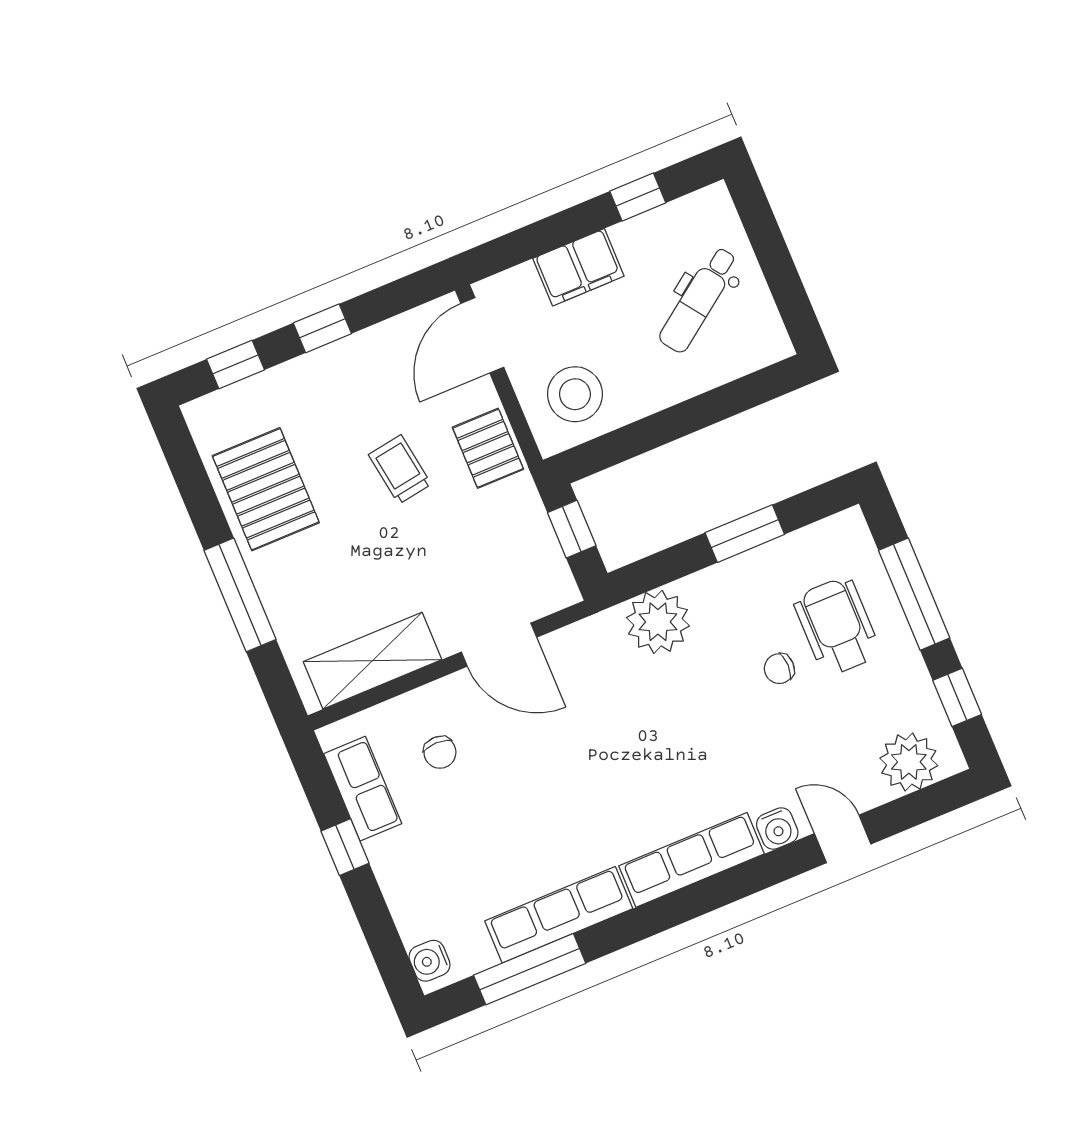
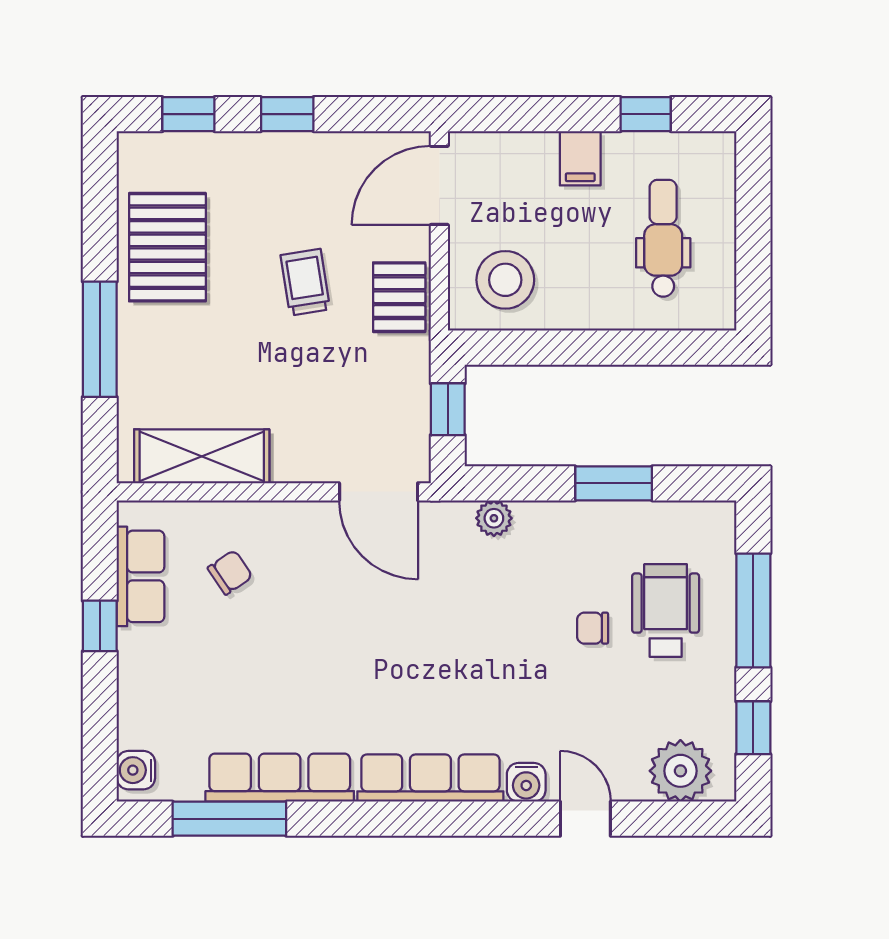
filing cabinet: (578, 267) -> (580, 158), width x0.50
dental chair: (699, 300) -> (663, 238), turned 126
plant: (658, 622) -> (494, 518), width x0.53, depth x0.53
door: (499, 645) -> (379, 492), moved
chair: (440, 752) -> (230, 572), turned -124

